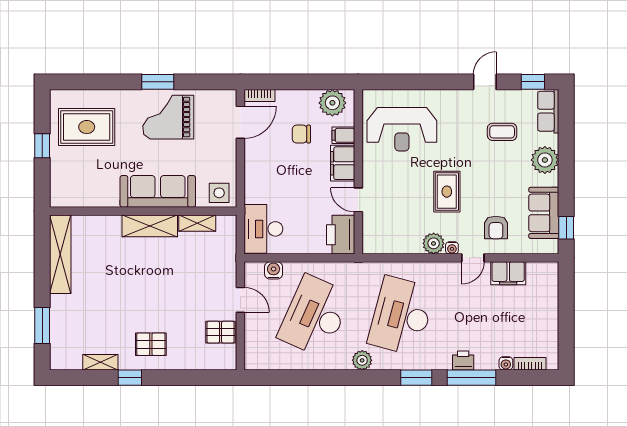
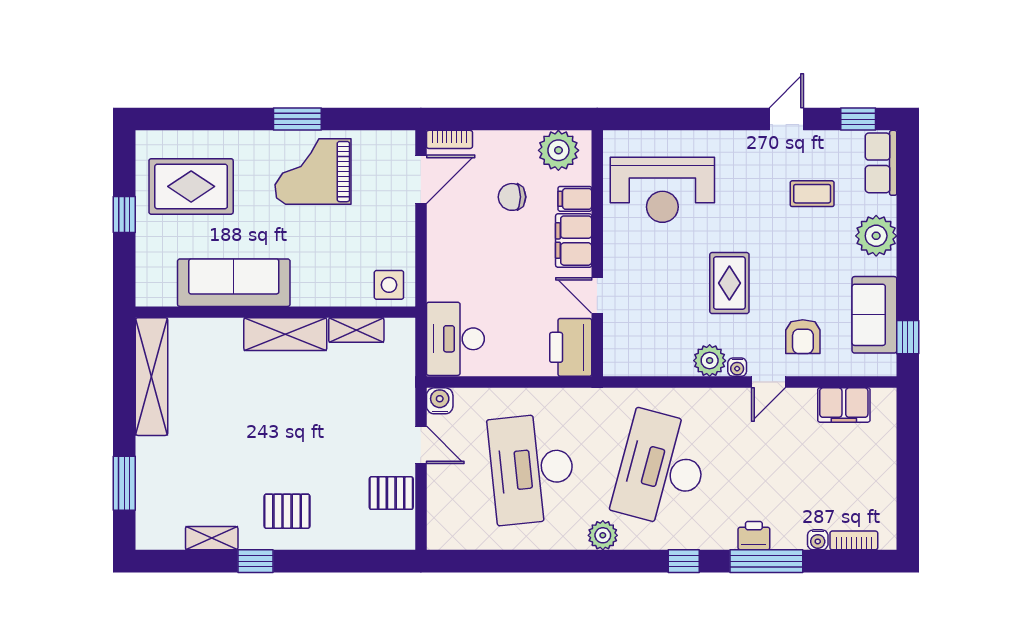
sofa: (158, 191) -> (234, 283), moved
water cooler: (274, 270) -> (440, 401), moved
filing cabinet: (508, 273) -> (844, 405), moved
desk: (315, 316) -> (532, 469), turned -30
window: (416, 378) -> (684, 561), width x0.67

